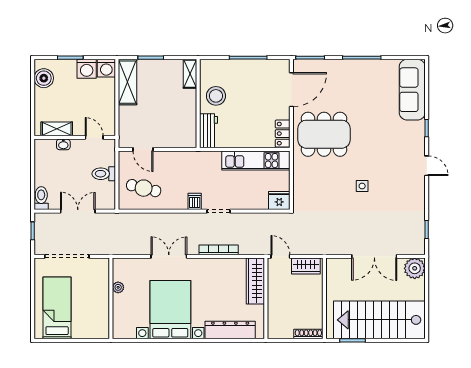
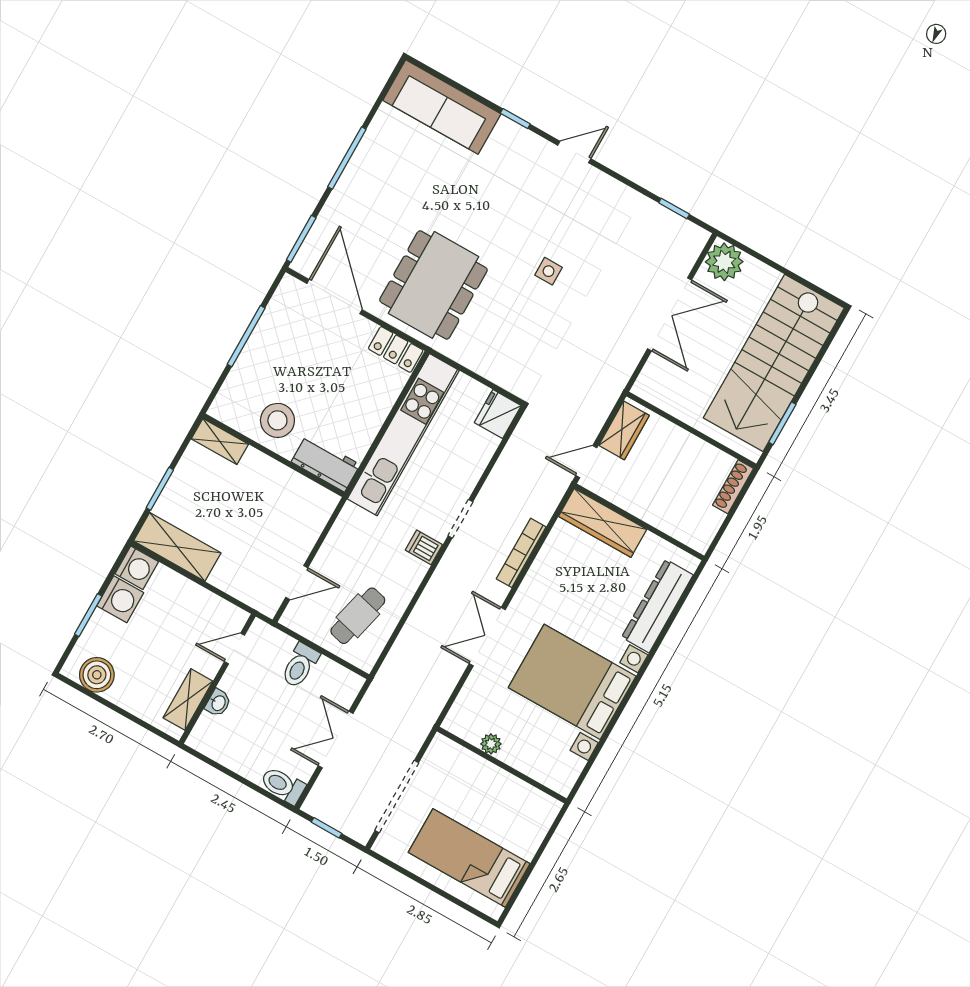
kitchen unit: (256, 161) -> (403, 435), width x1.36

